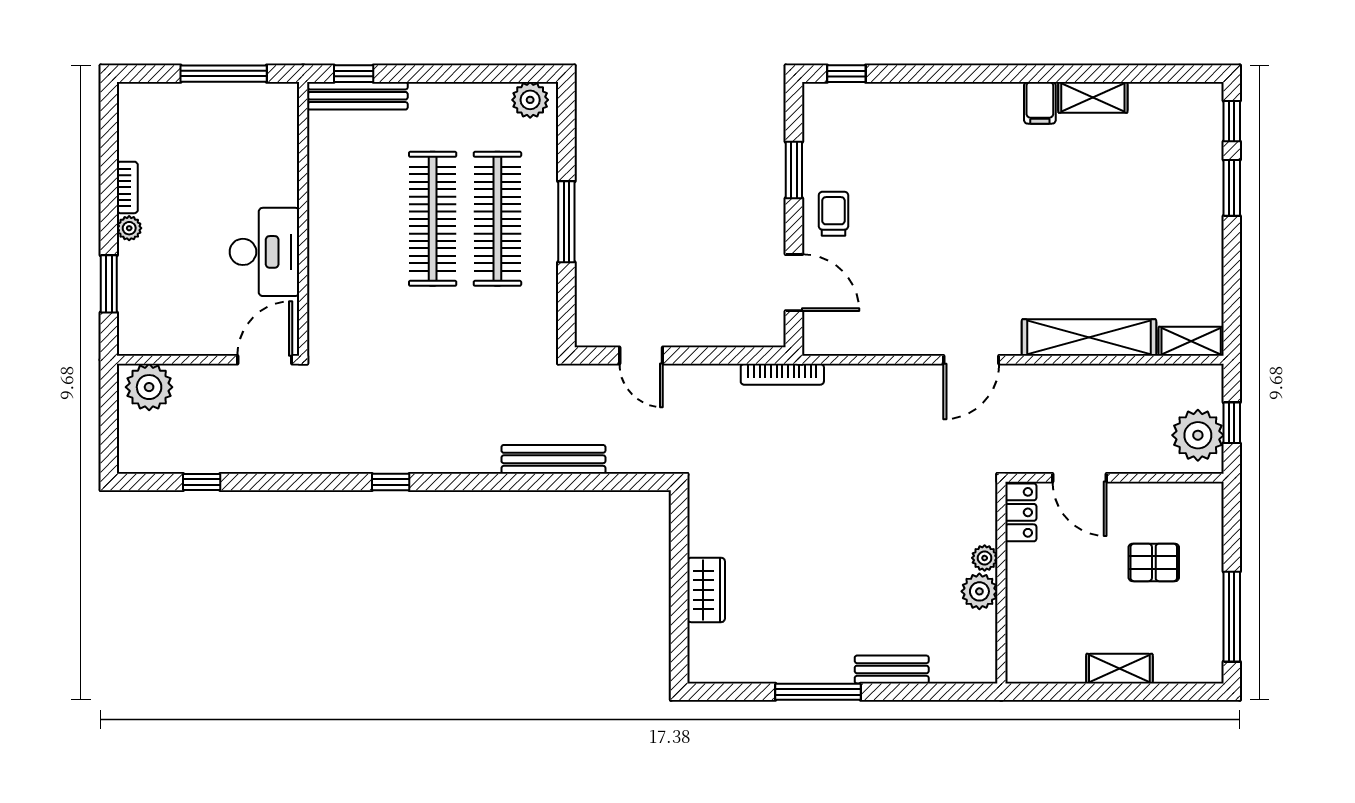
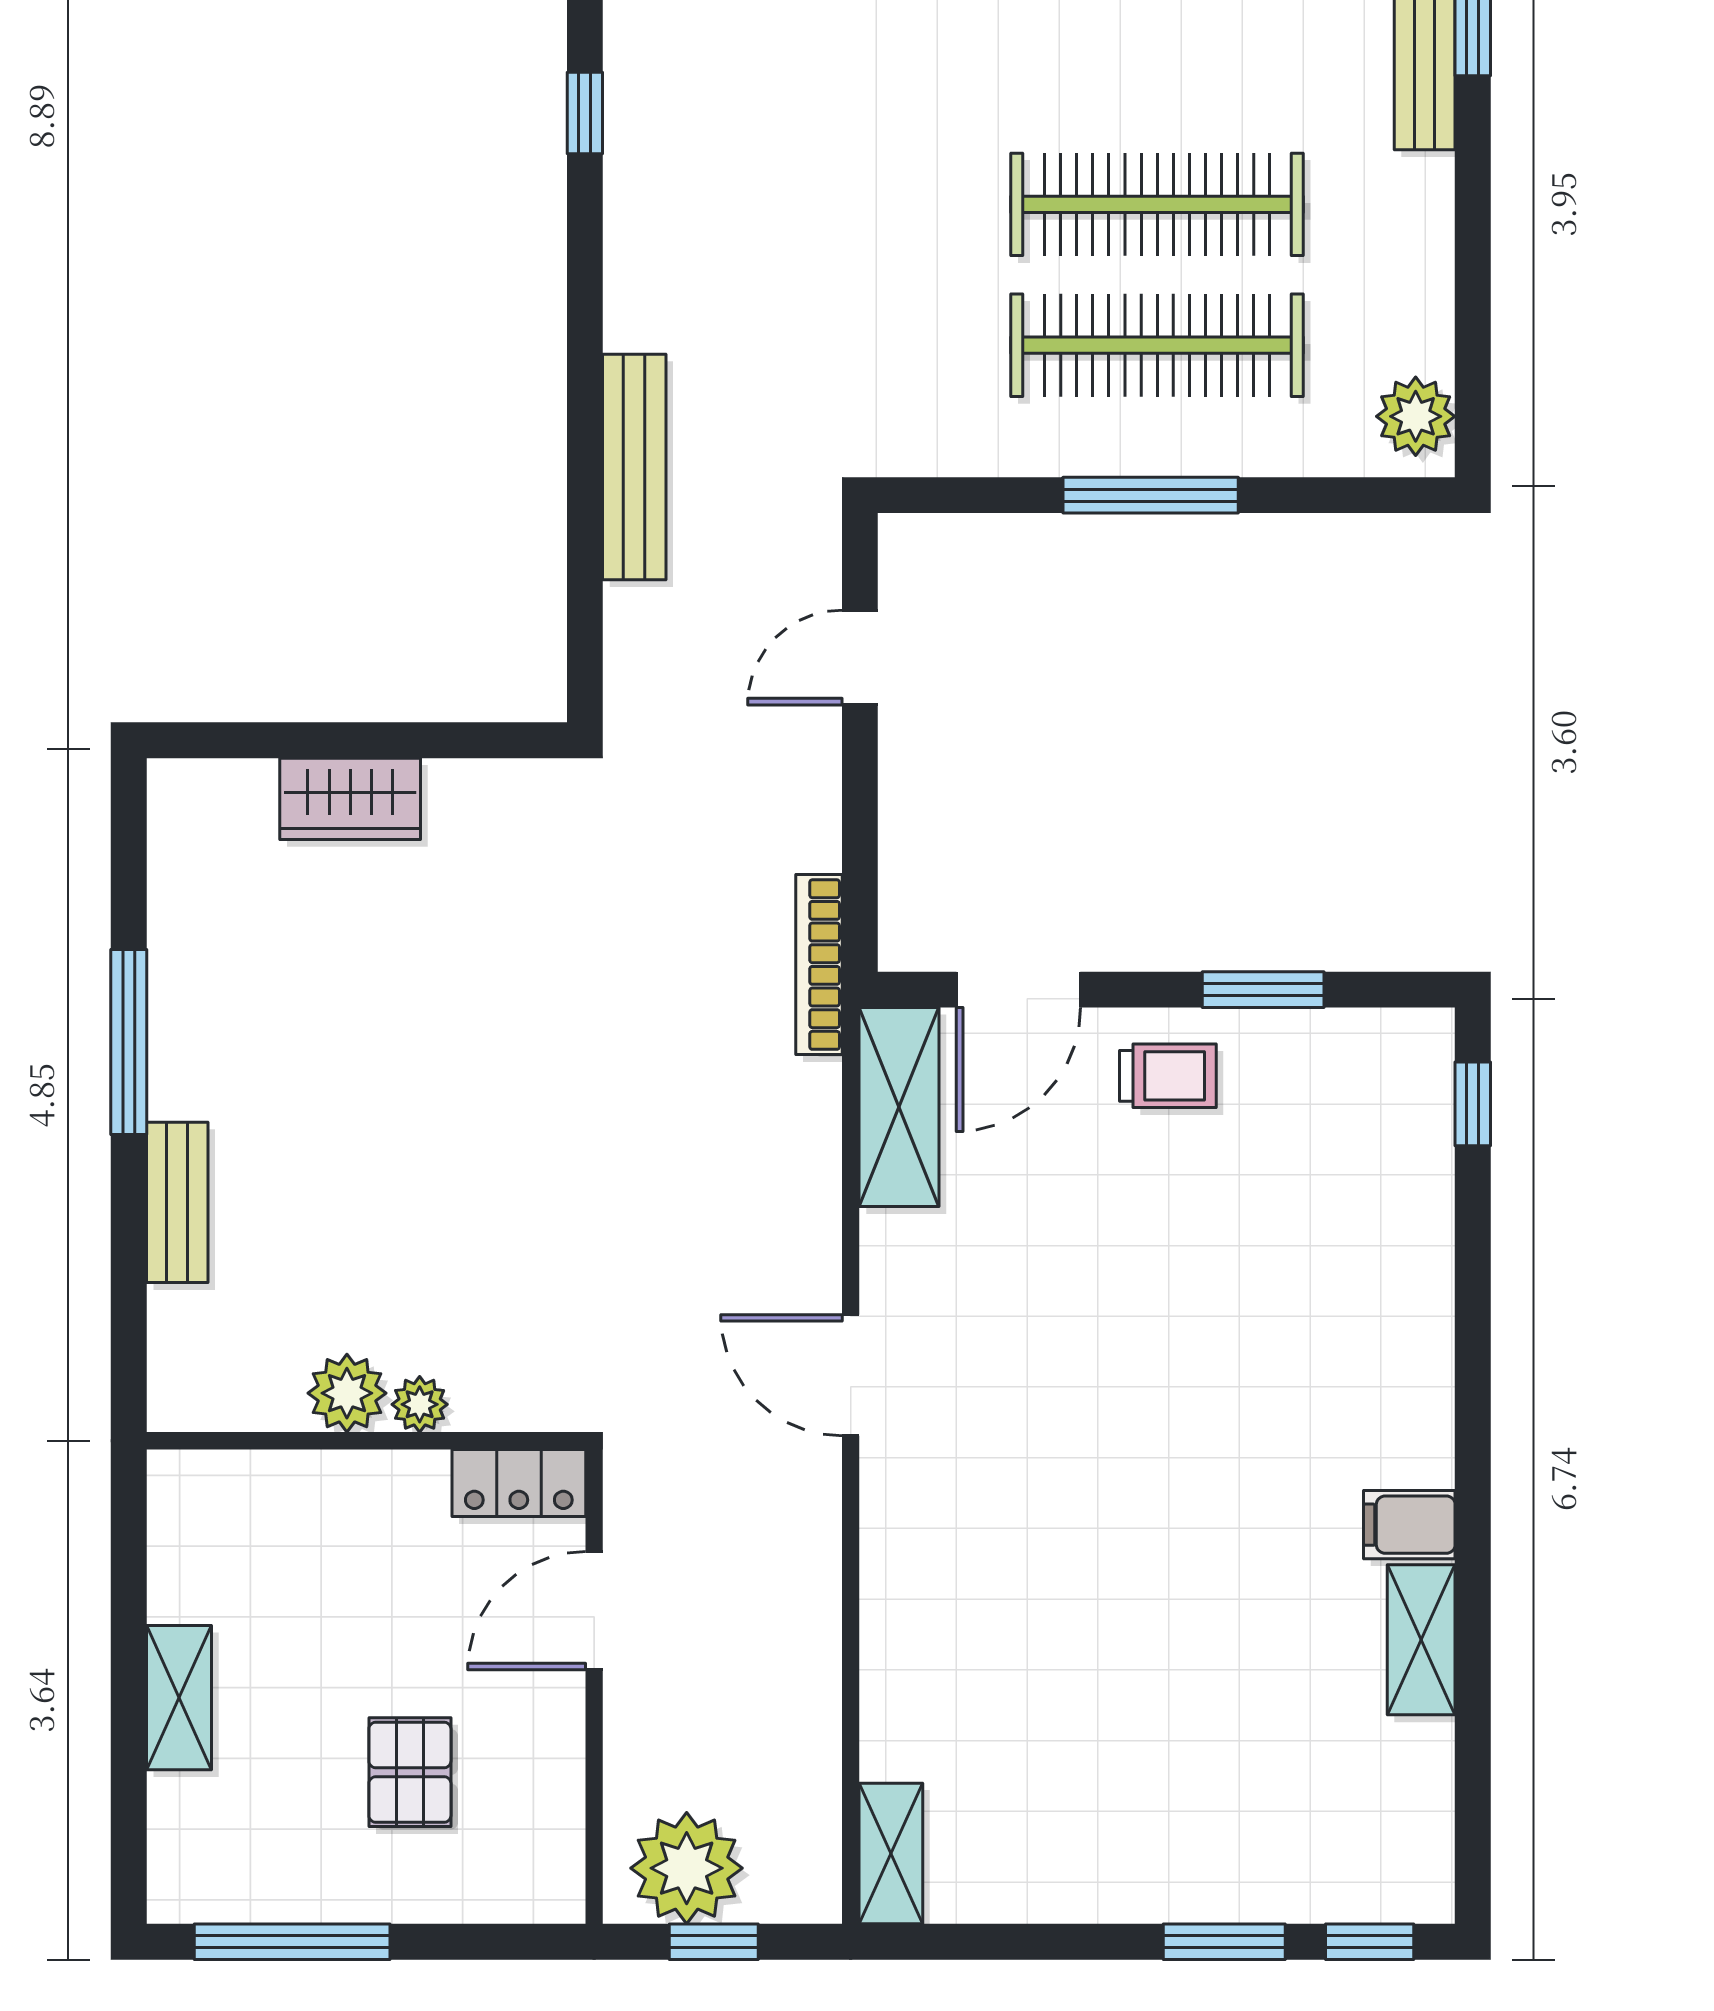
shelving: (1089, 337) -> (899, 1107), moved, width x0.68

